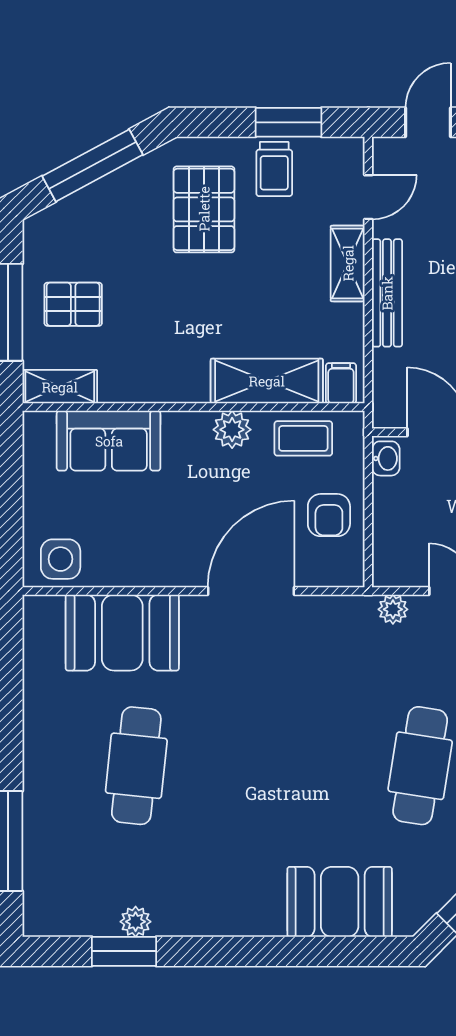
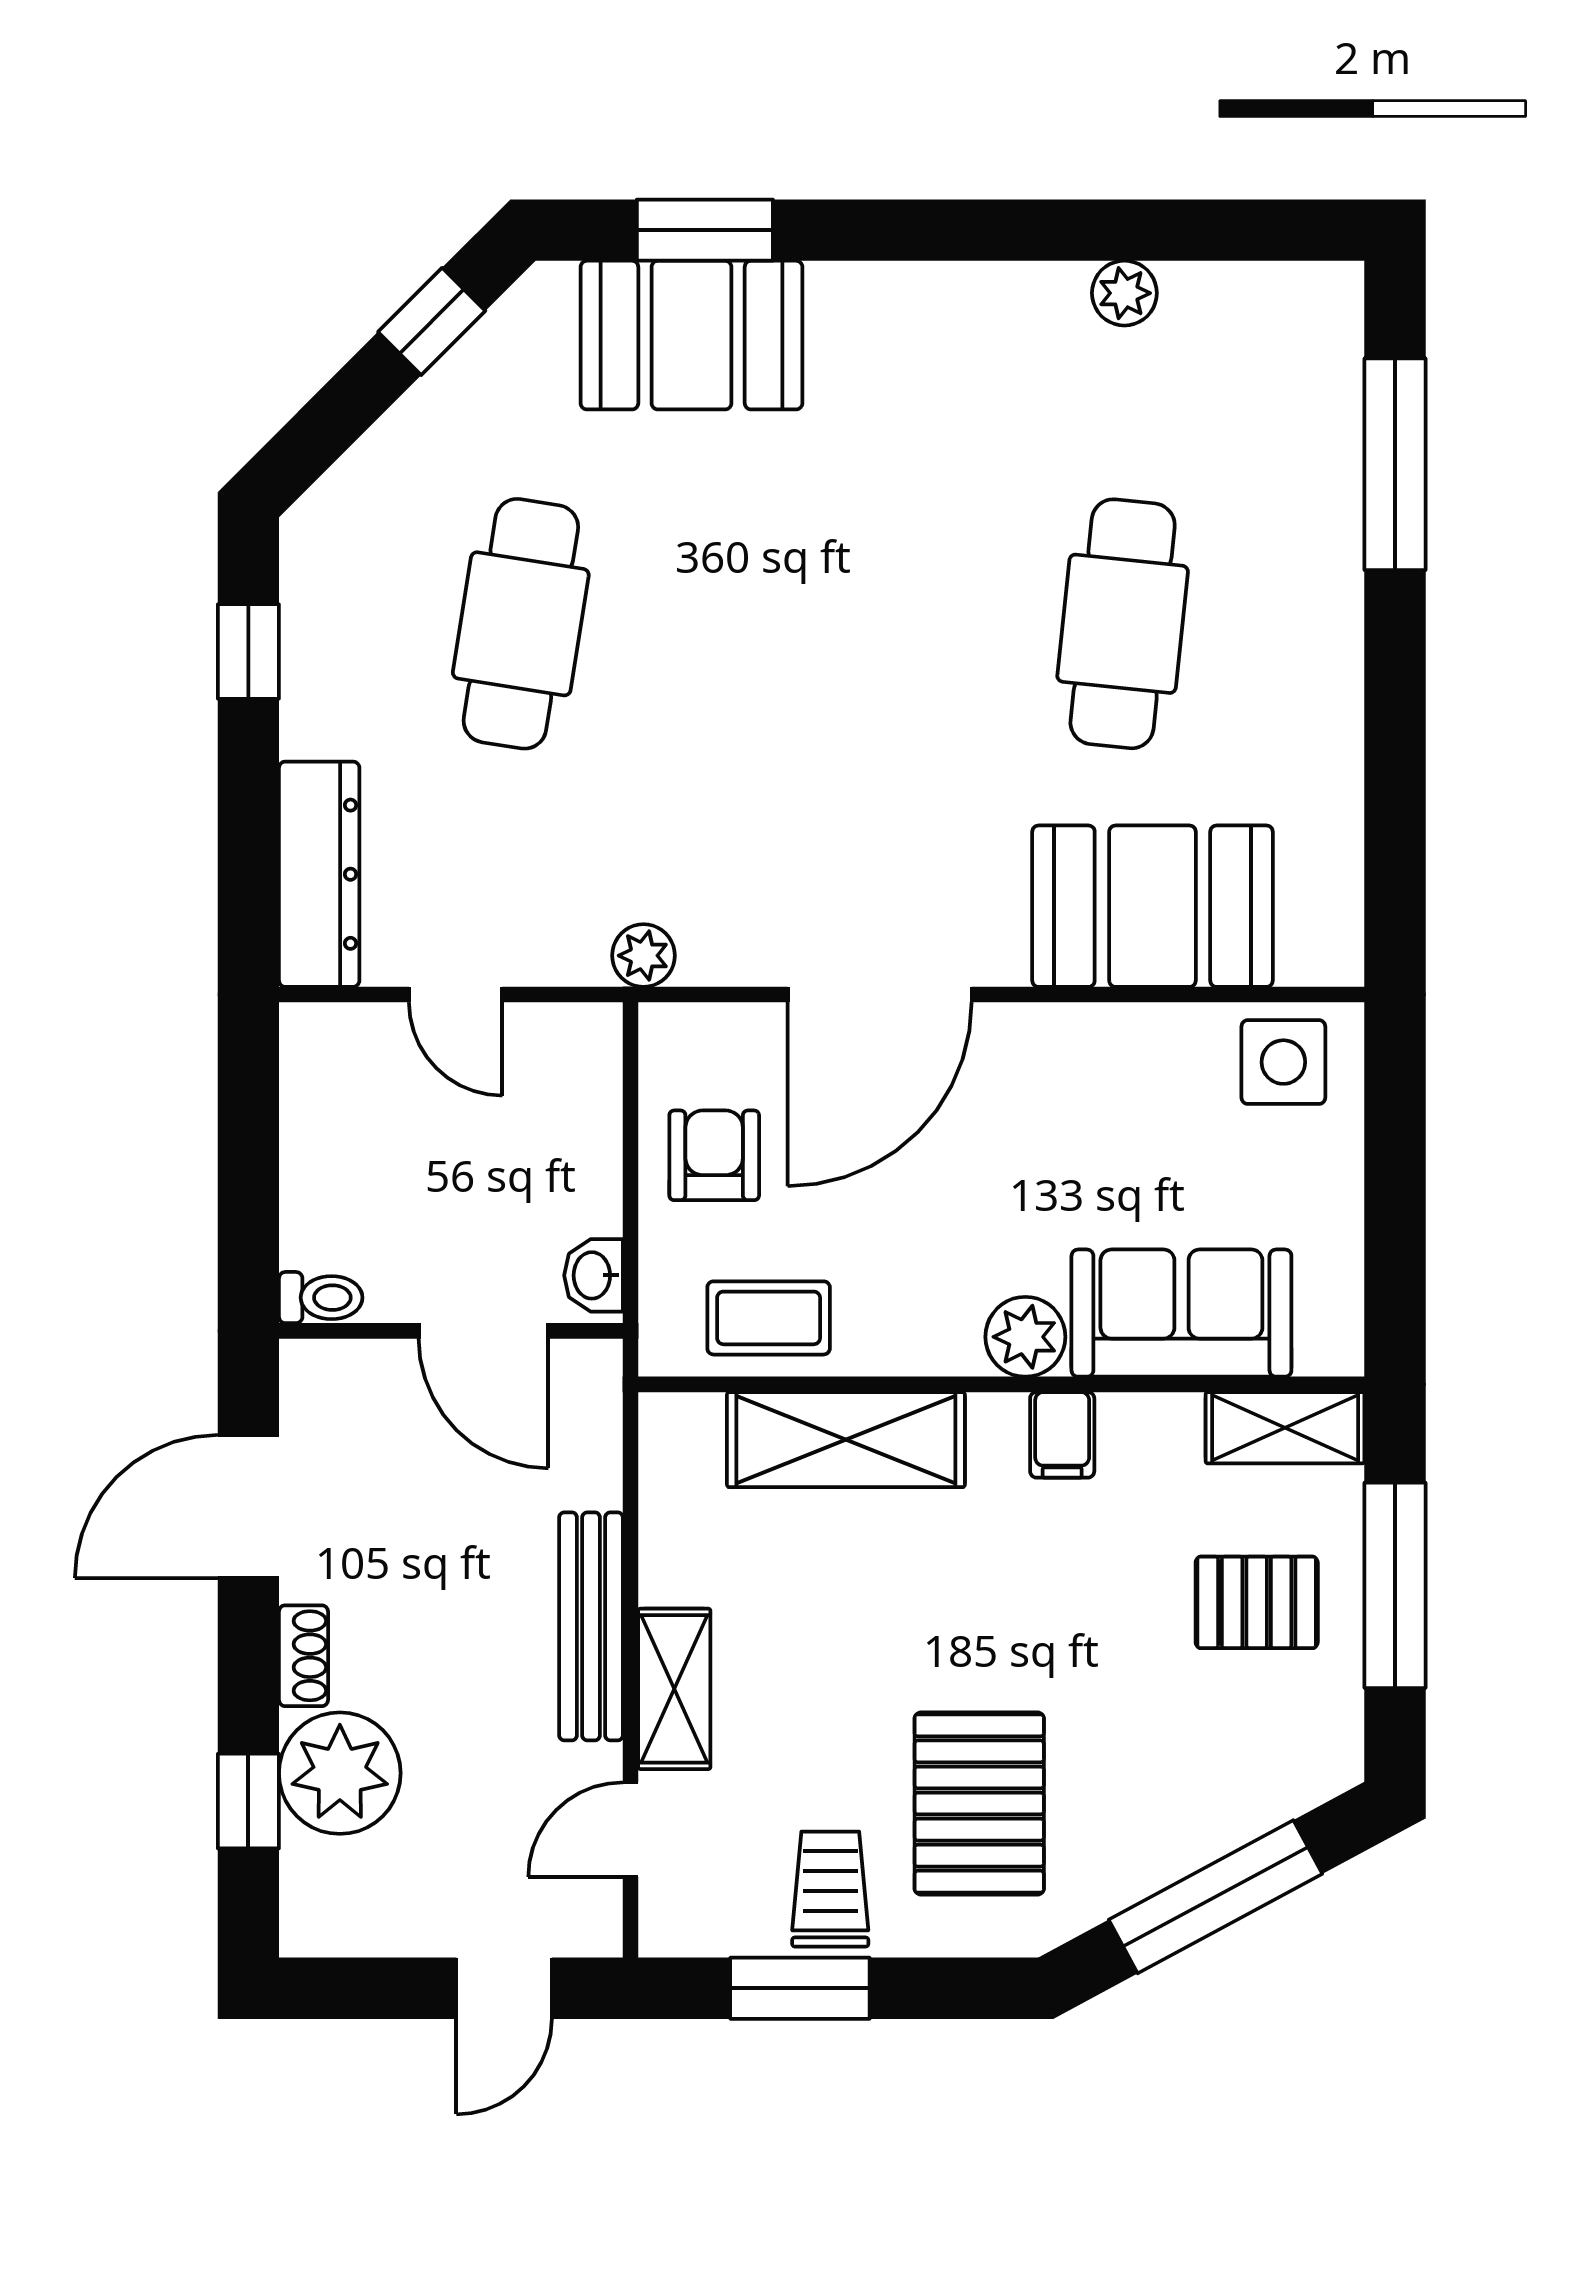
filing cabinet: (341, 383) -> (1062, 1435), moved
plant: (232, 430) -> (1025, 1337), moved
plant: (393, 609) -> (643, 956), moved
window: (124, 951) -> (705, 230), moved

